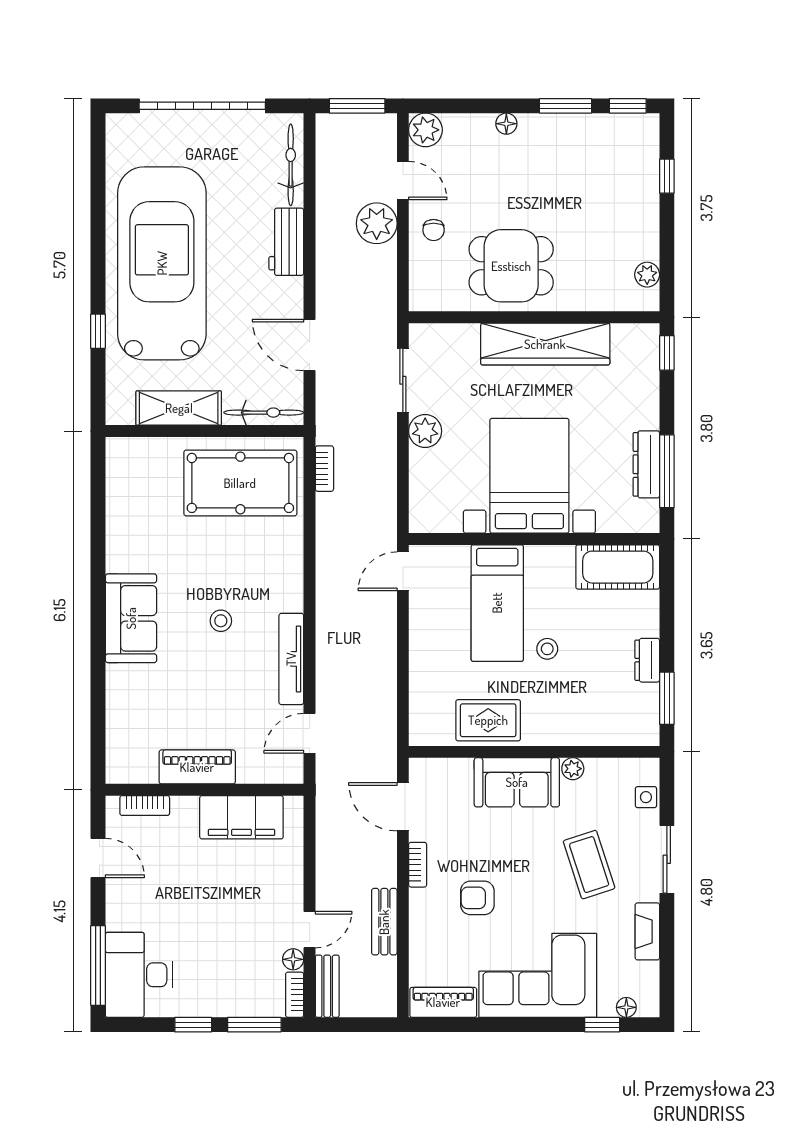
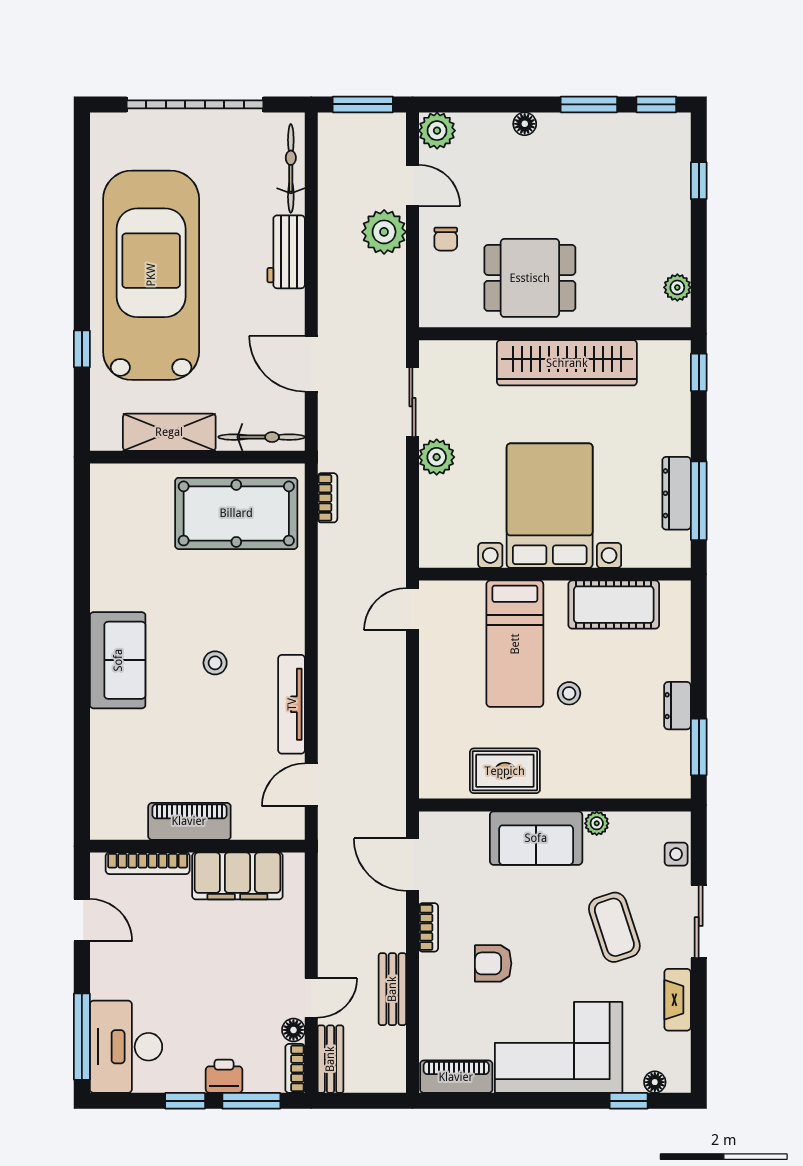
cot: (618, 567) -> (614, 605), moved
bookcase: (145, 806) -> (148, 863), width x1.56
printer: (229, 1002) -> (224, 1076), added

